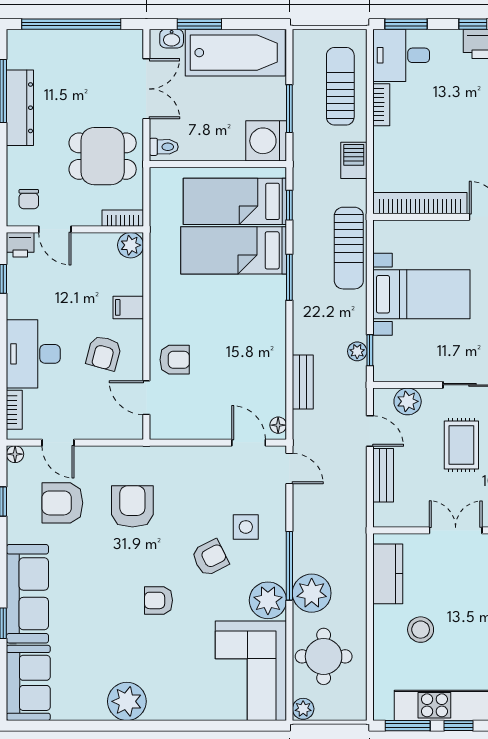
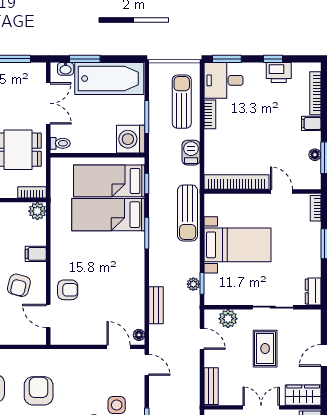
bench: (383, 475) -> (211, 386), moved

